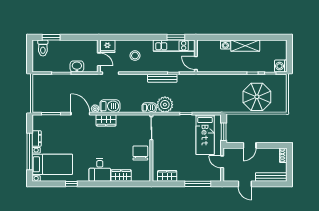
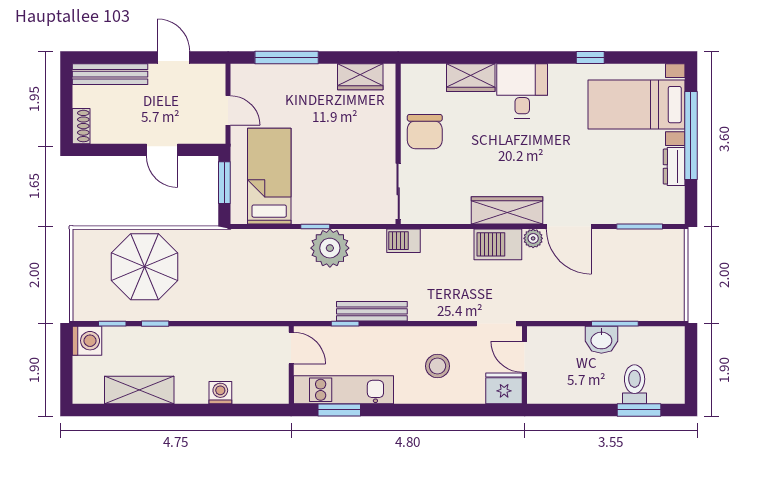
shelving: (245, 46) -> (139, 390), moved
toilet: (43, 48) -> (635, 384), moved
washbasin: (77, 66) -> (601, 340), moved
plant: (165, 105) -> (330, 248), moved
wardrobe: (106, 120) -> (507, 210), width x1.50
door: (250, 145) -> (162, 150), swing flipped

